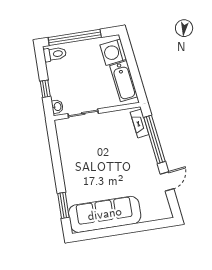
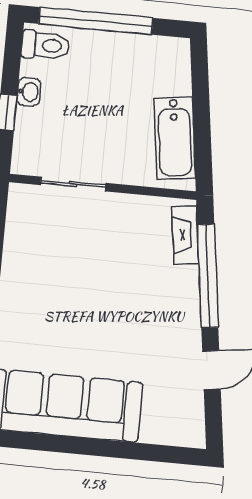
washing machine: (113, 52) -> (168, 72), removed
washbasin: (57, 107) -> (29, 92), moved

